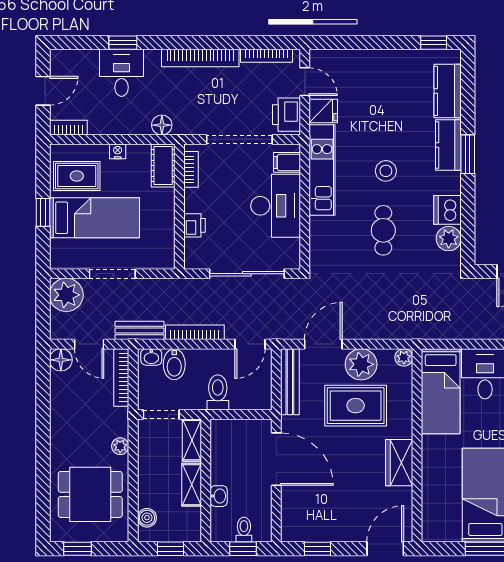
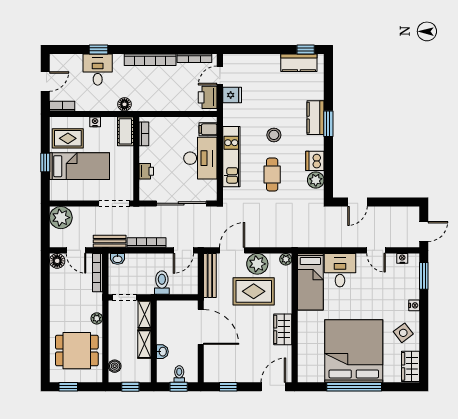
door: (305, 82) -> (220, 75), swing flipped
kitchen counter: (448, 91) -> (299, 63), moved, turned -90
doorway: (239, 139) -> (176, 114), removed
kitchen unit: (322, 170) -> (231, 157), moved
doorway: (112, 274) -> (114, 203), moved
bidet: (174, 364) -> (133, 264), removed

